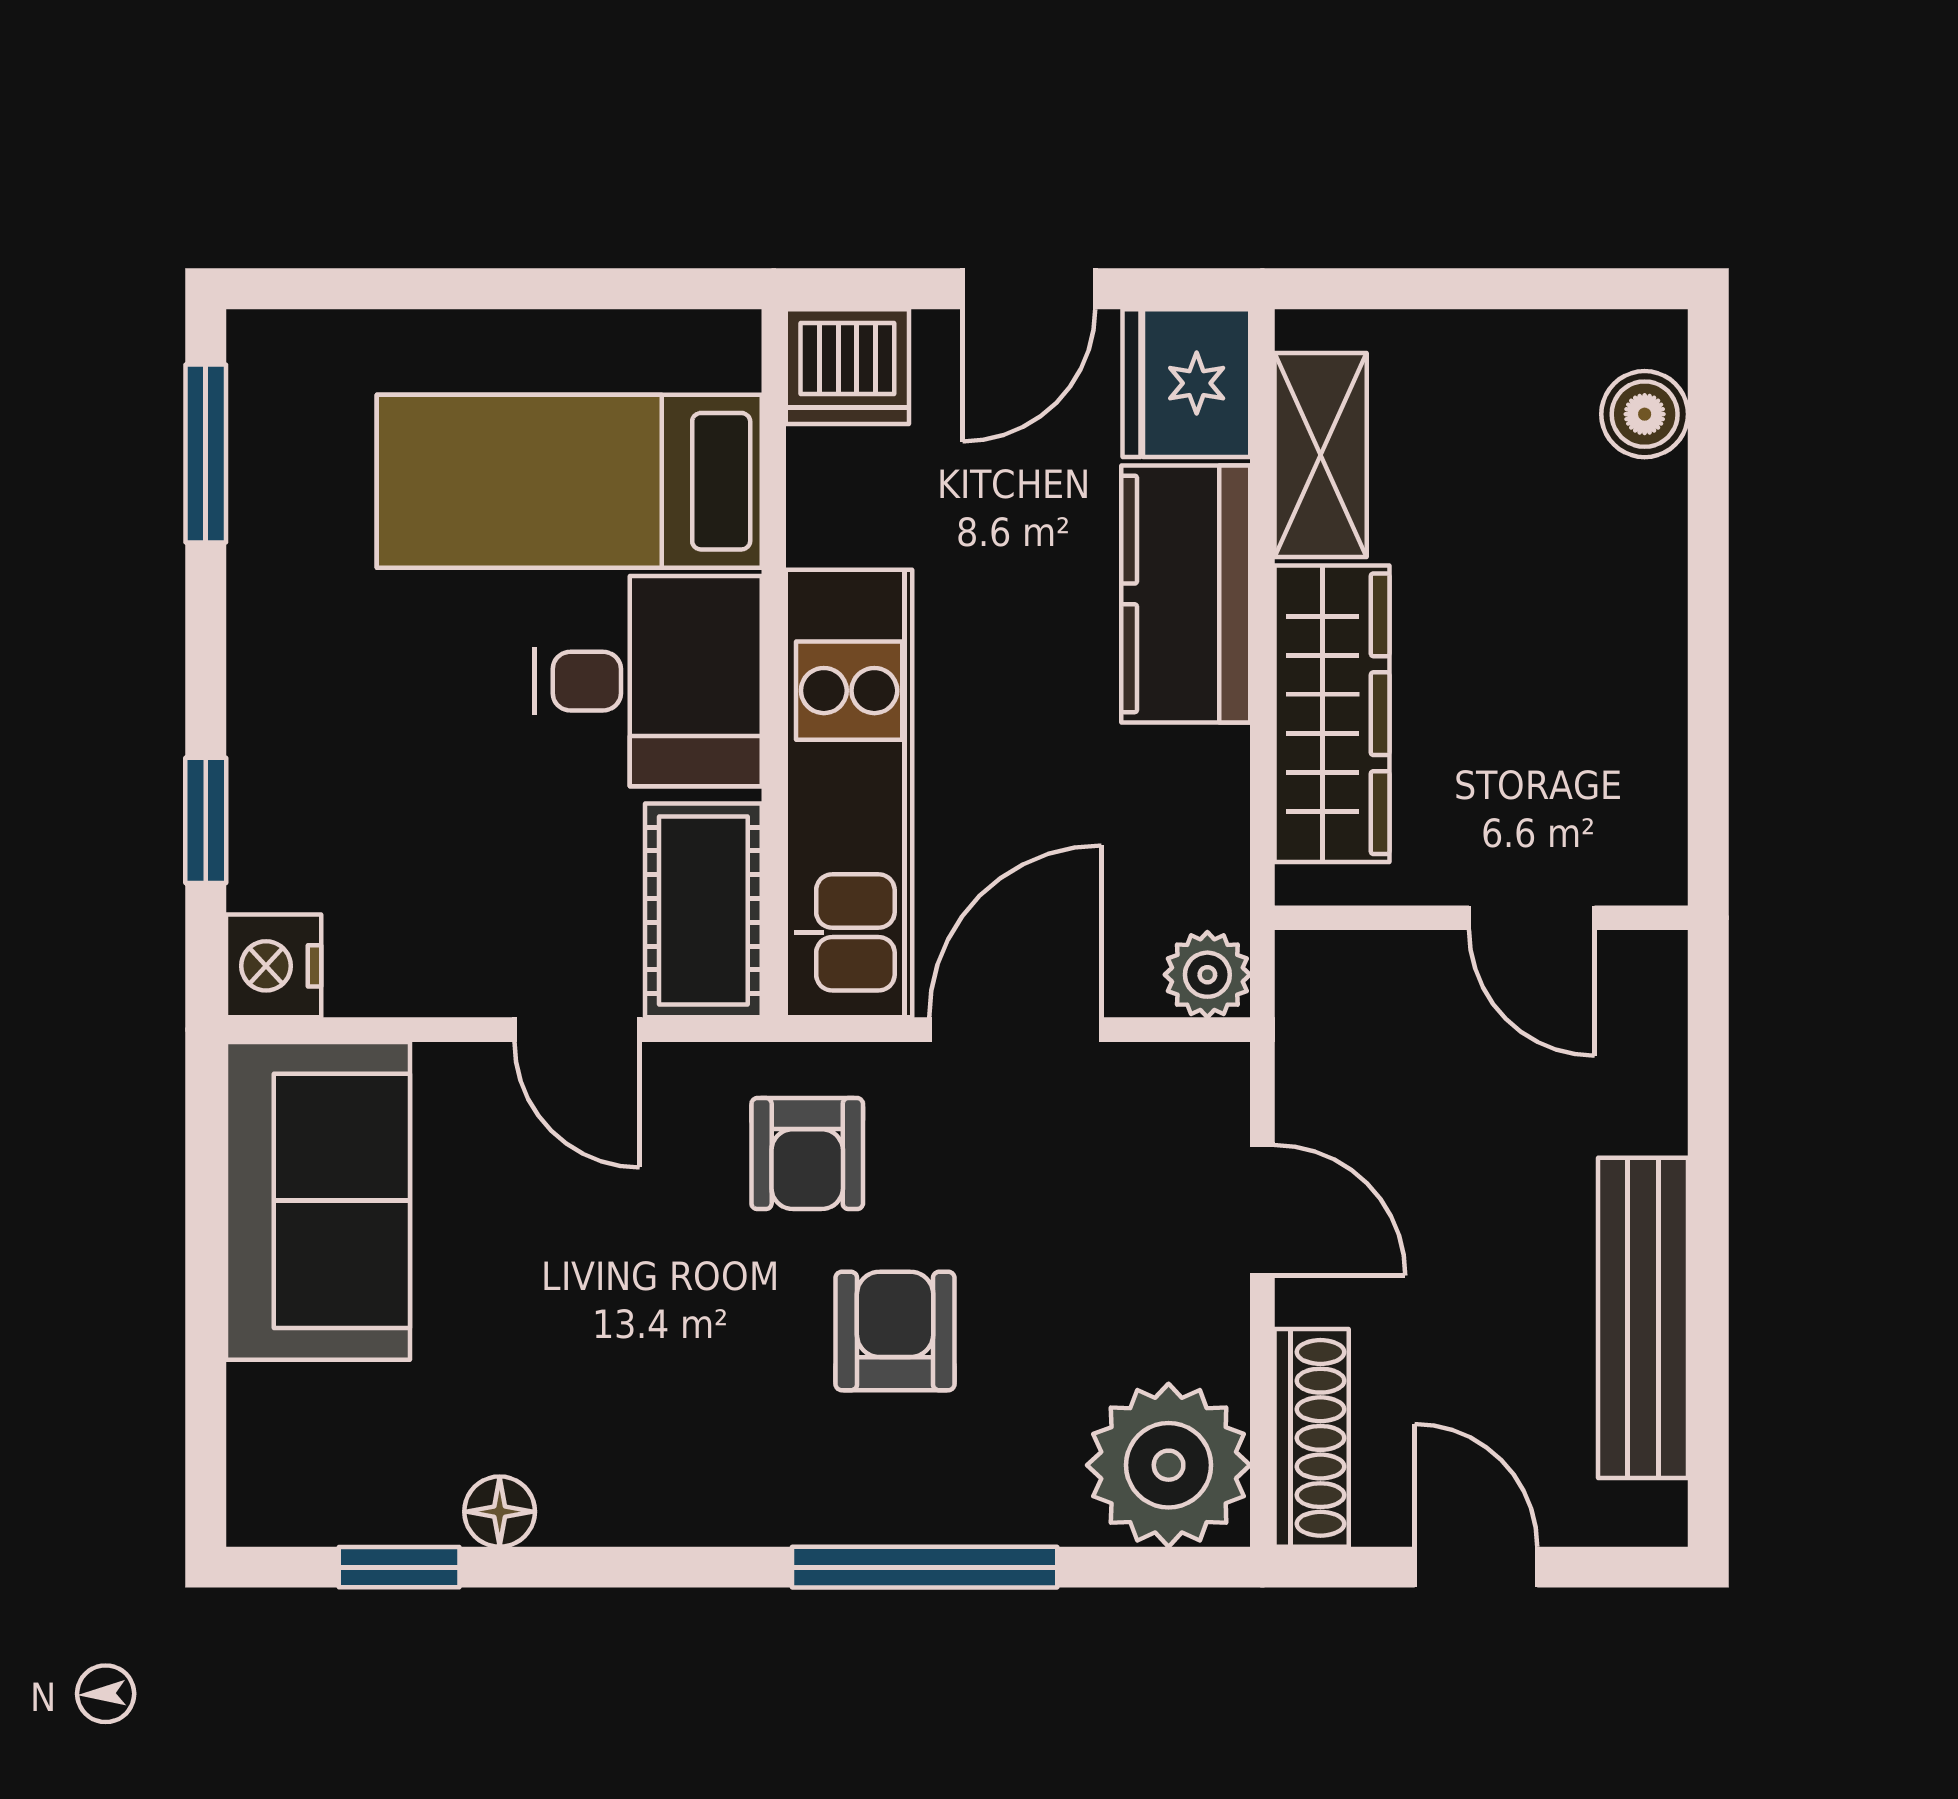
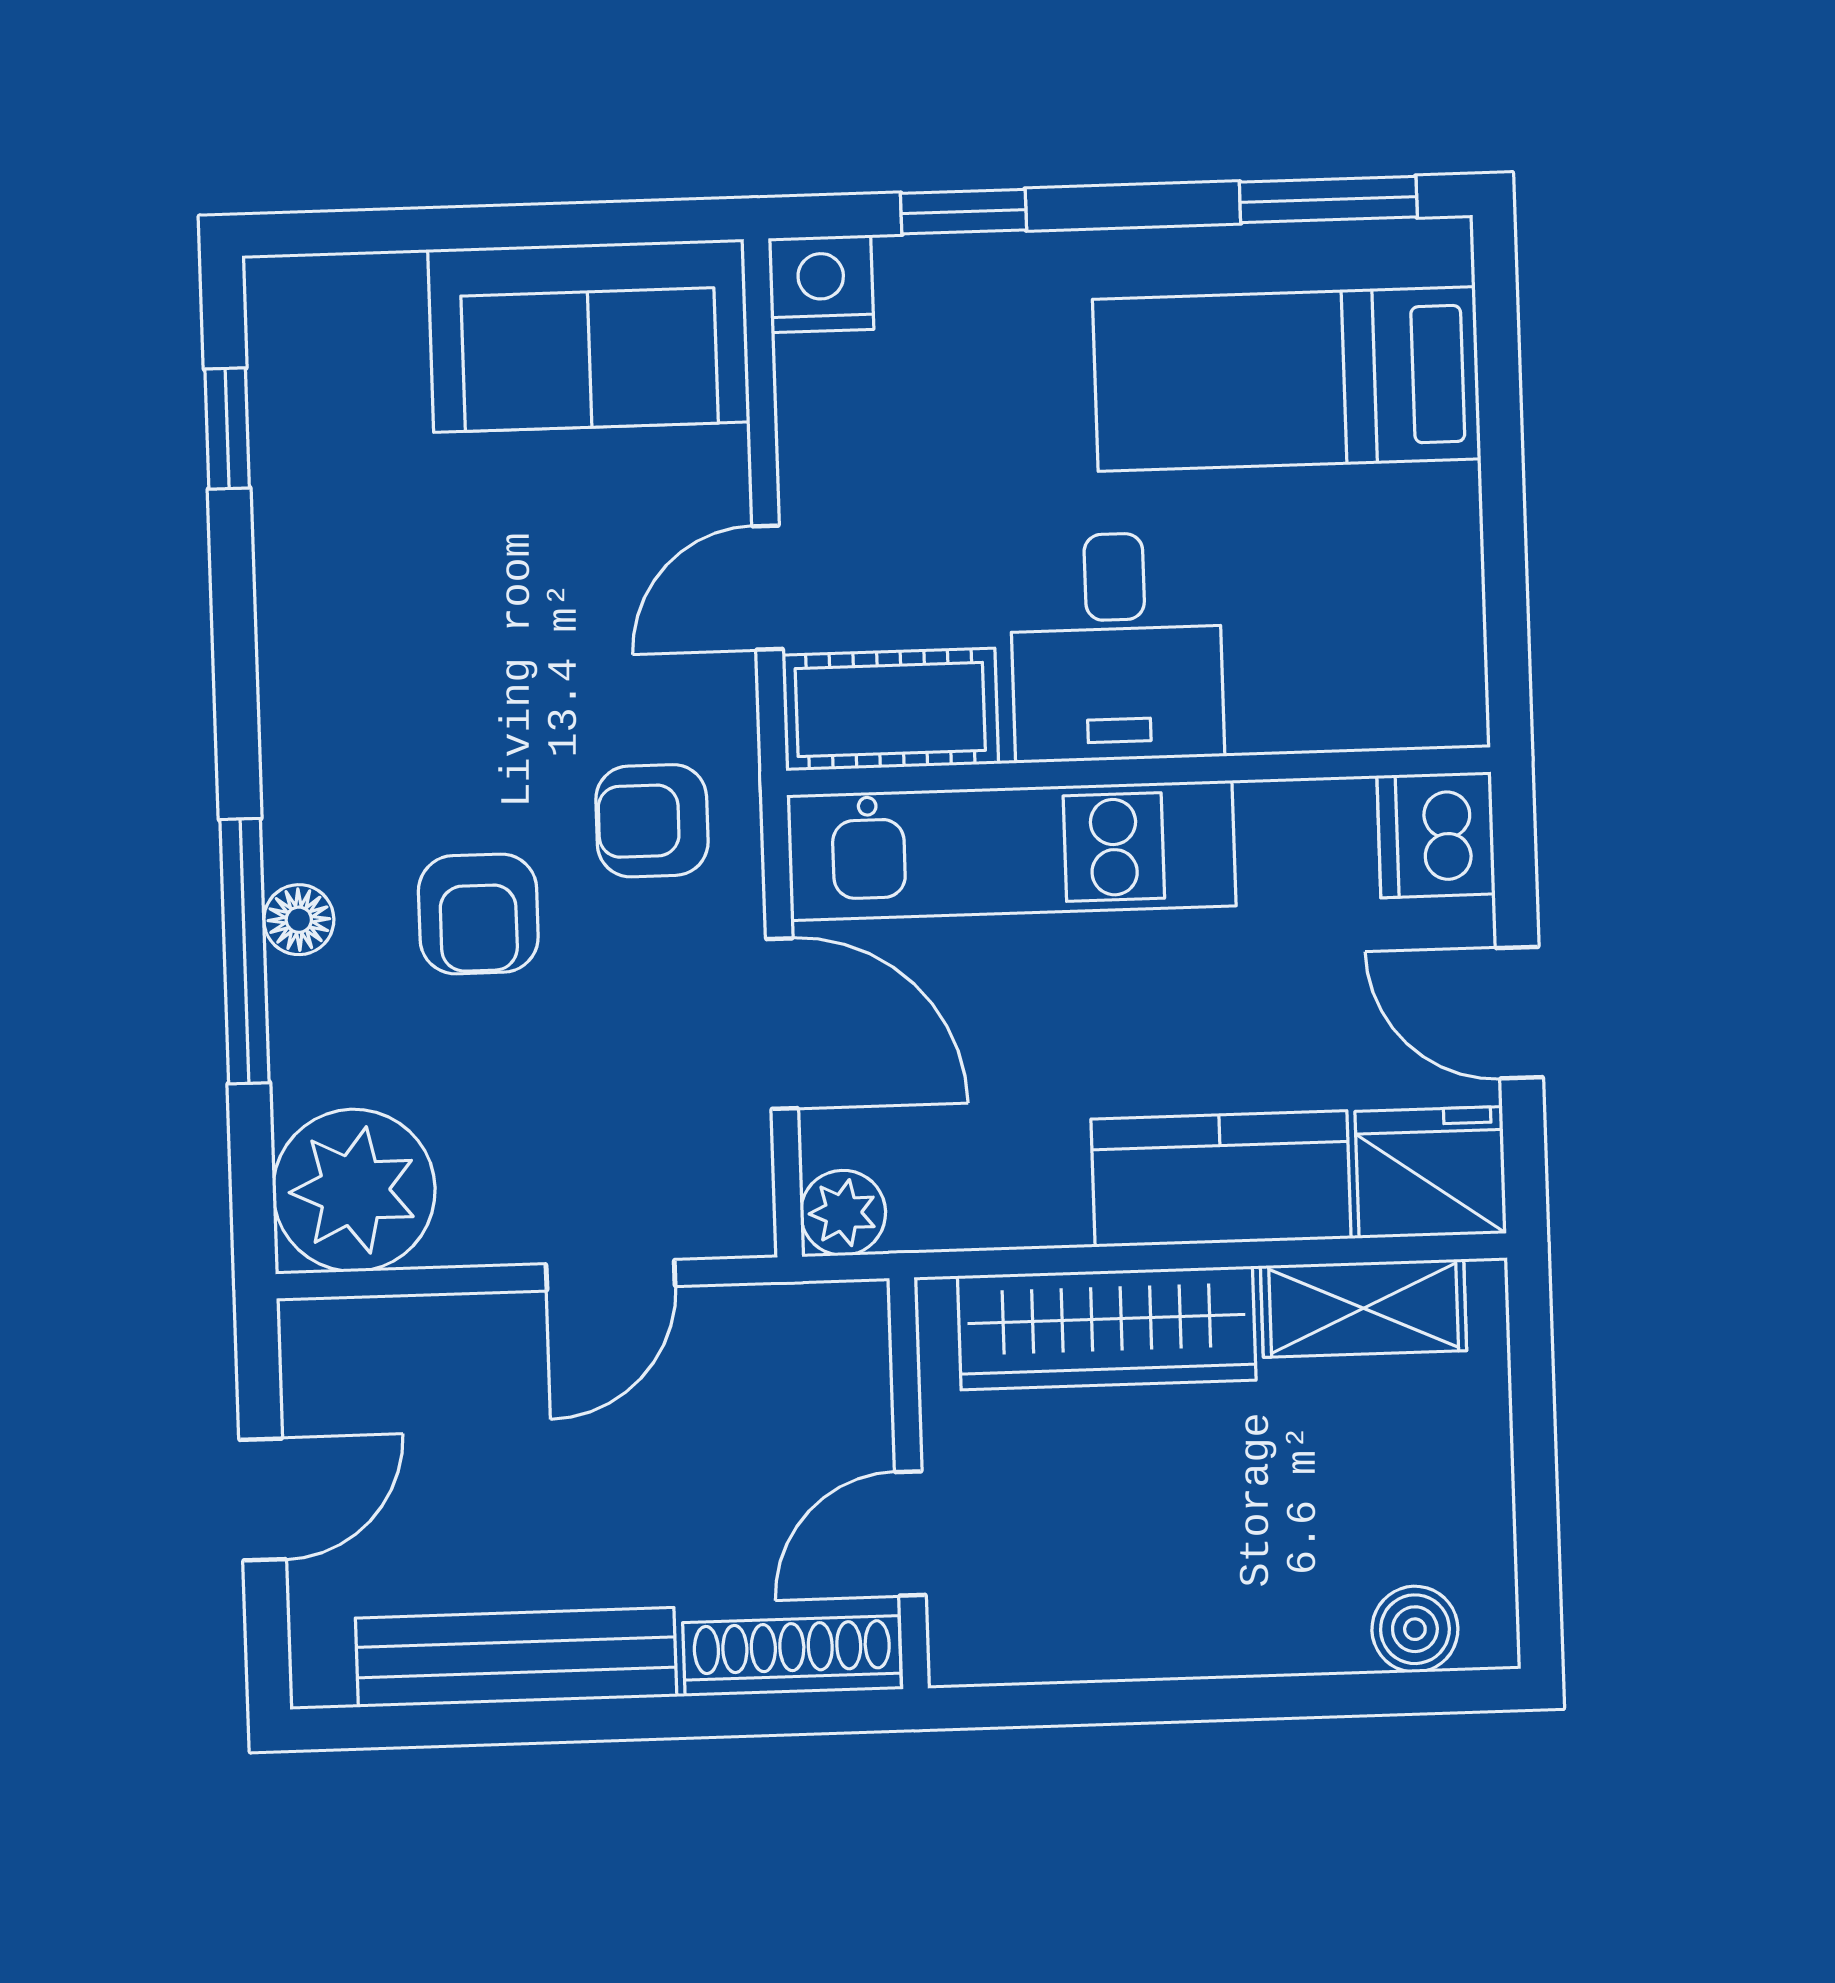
bed: (569, 481) -> (1287, 379), moved, turned -90
armchair: (895, 1331) -> (478, 914), turned 90
shoe rack: (1312, 1438) -> (792, 1656), moved, turned 180
floor lamp: (500, 1512) -> (299, 920), moved

